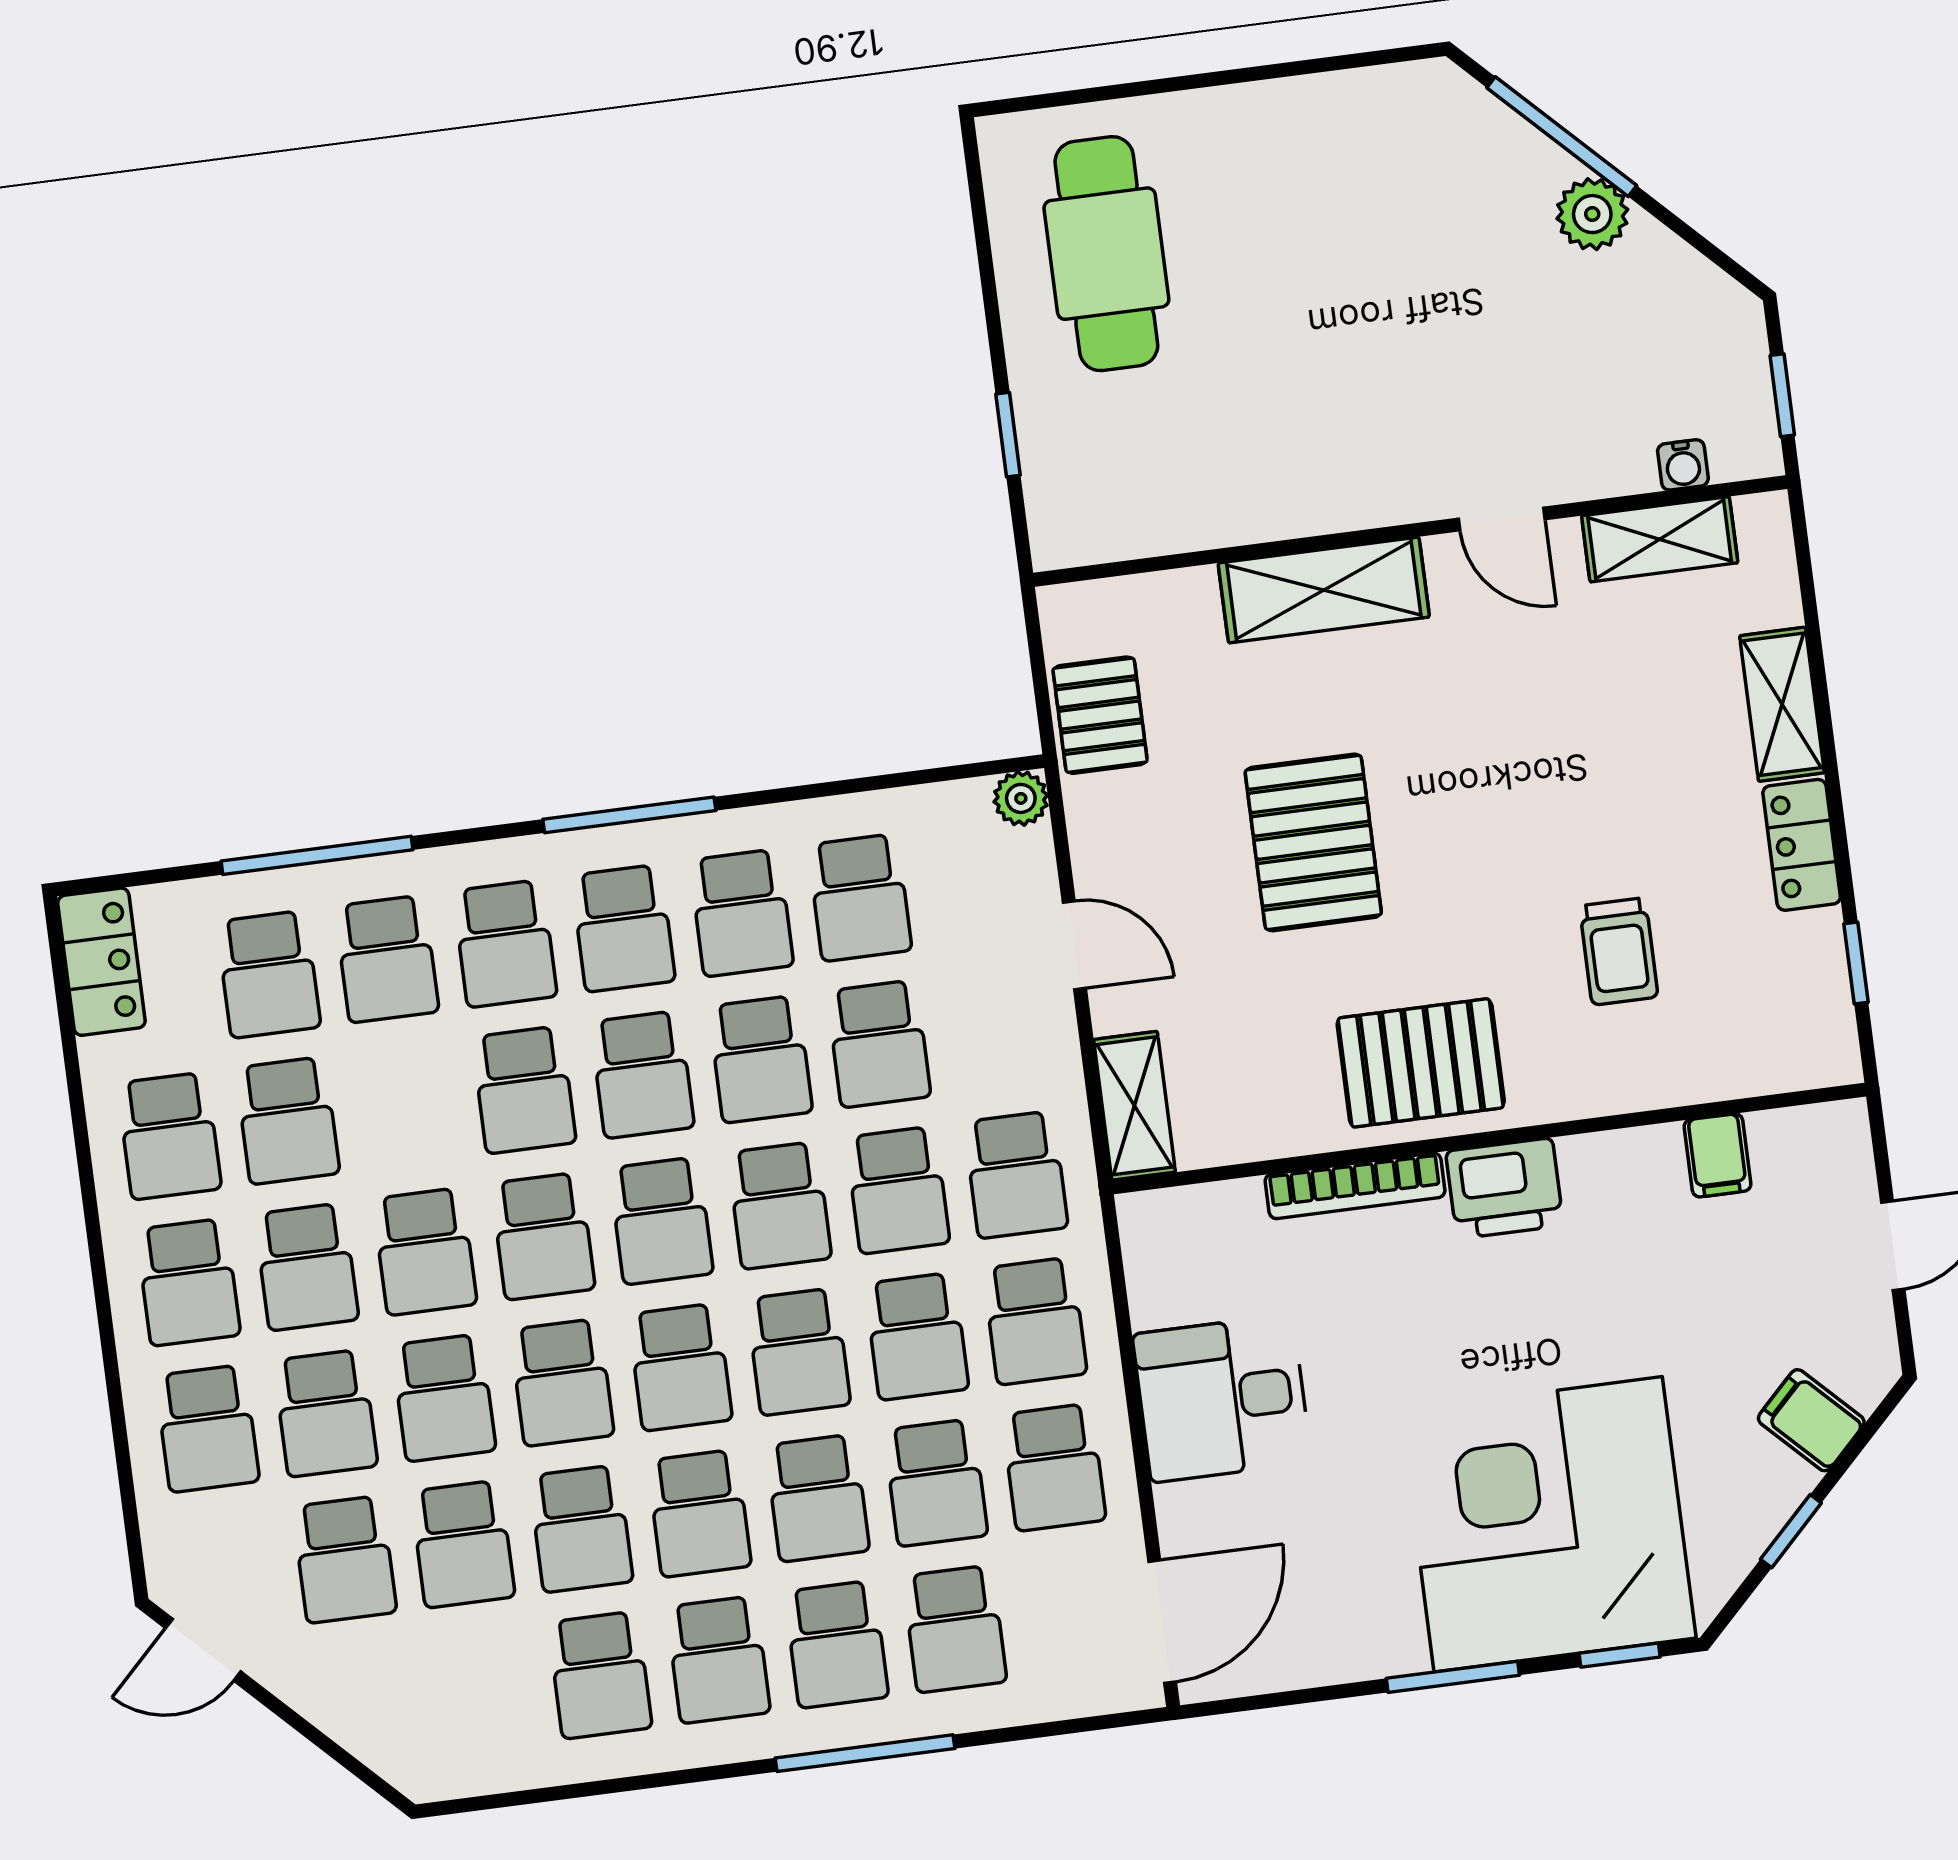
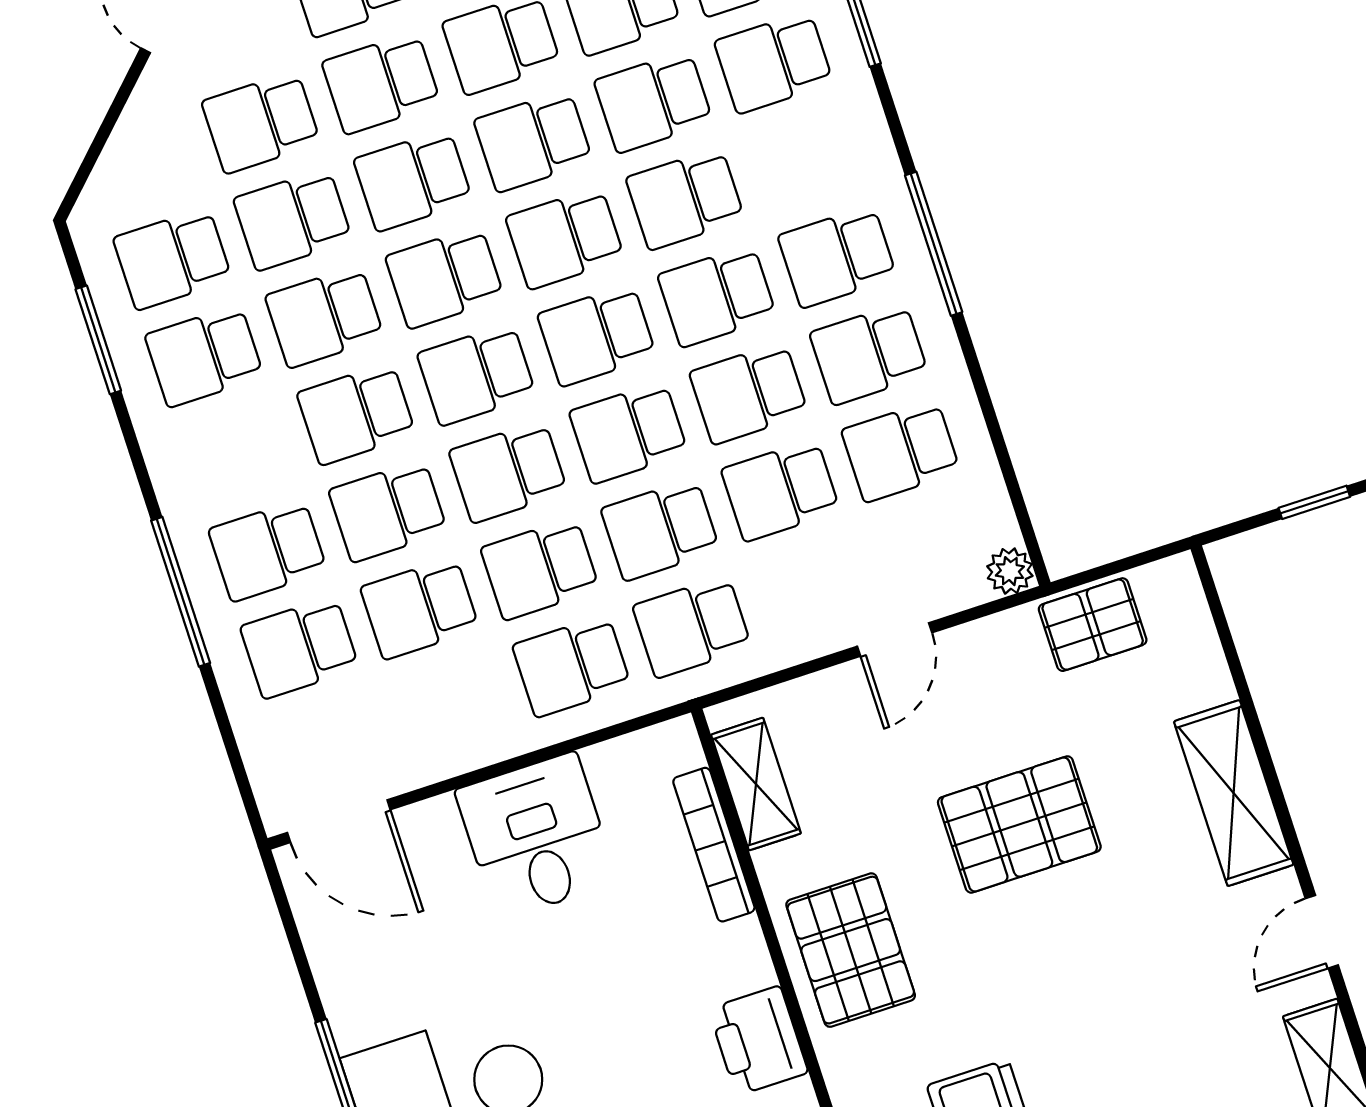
school desk: (505, 944) -> (653, 102), moved
shelving: (1135, 1106) -> (756, 784), moved, turned 90
bookcase: (1355, 1186) -> (714, 845), moved
school desk: (1054, 1467) -> (452, 705), removed
school desk: (718, 1660) -> (172, 259), moved
window: (559, 1793) -> (98, 340), added

